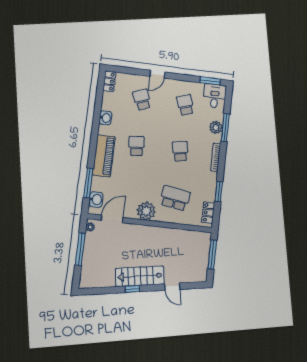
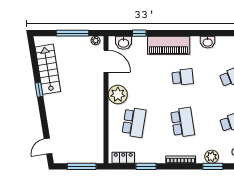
window: (225, 128) -> (213, 166), width x0.69
school desk: (180, 151) -> (183, 122), width x1.85
window: (88, 183) -> (139, 33), width x0.46
stairs: (140, 276) -> (48, 69), moved
door: (172, 287) -> (48, 146), moved

